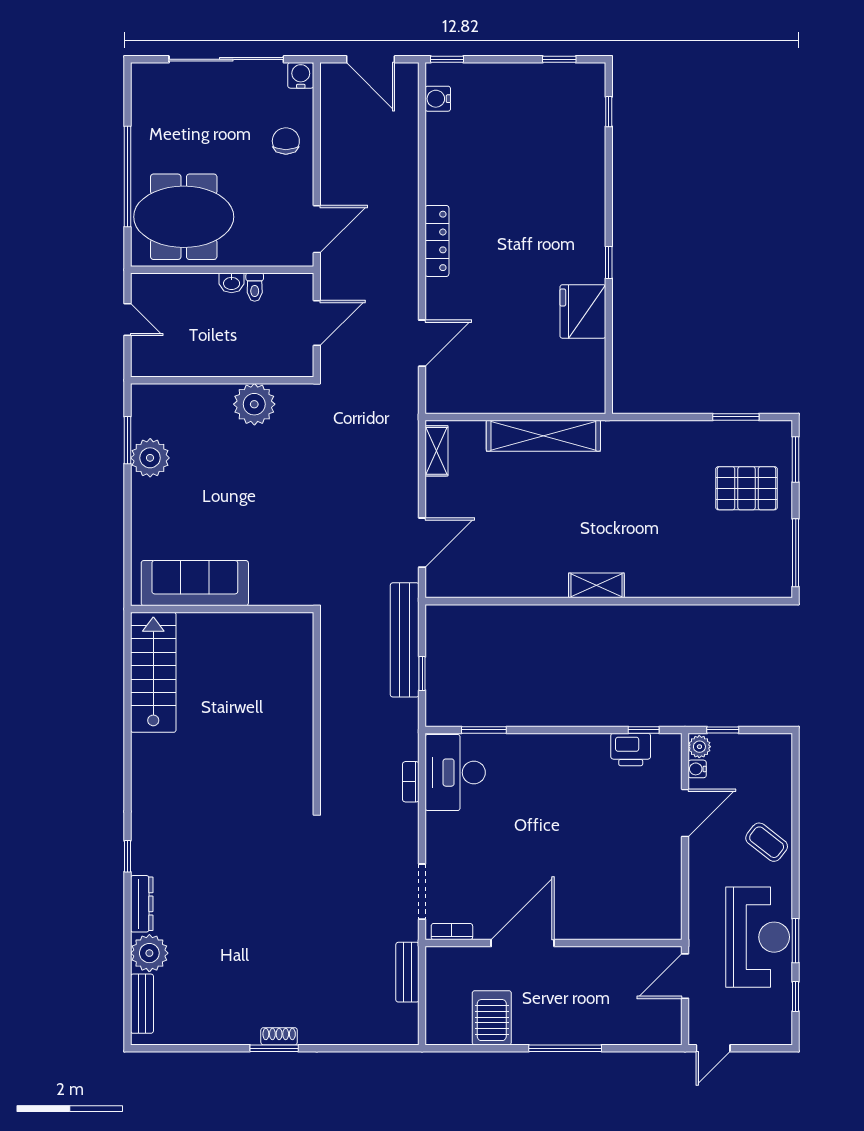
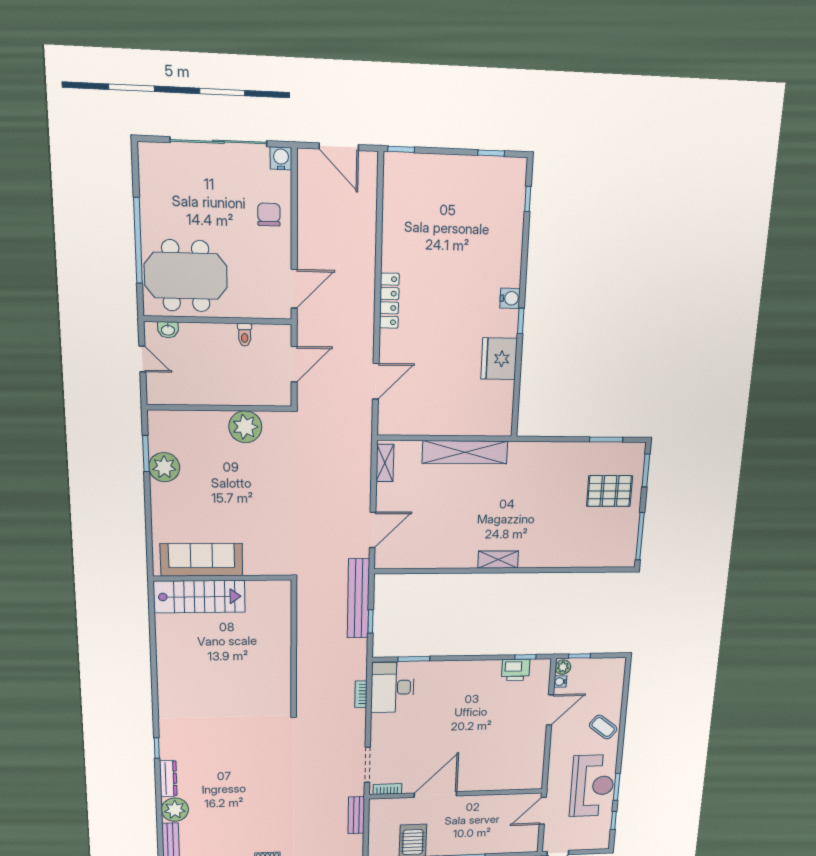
water cooler: (438, 99) -> (510, 298), moved, turned 180
washbasin: (232, 283) -> (168, 330), moved
stairs: (153, 672) -> (199, 597), moved, turned 90

